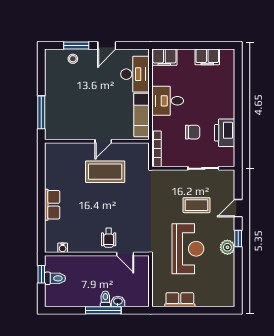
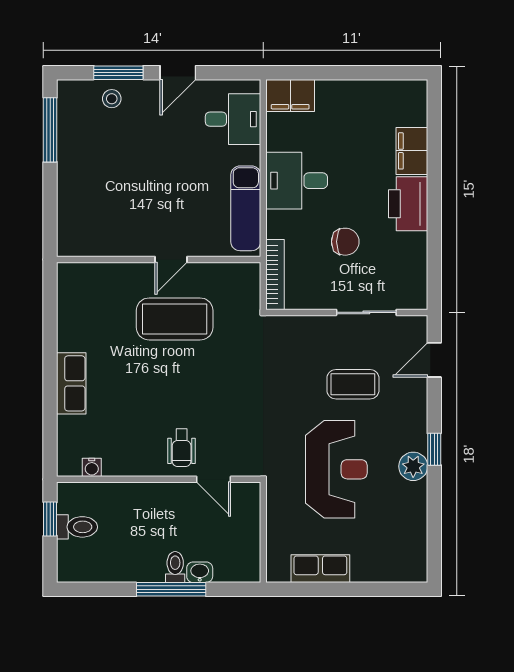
filing cabinet: (207, 57) -> (412, 151), moved, turned 90
desk: (135, 74) -> (233, 119), width x0.73
window: (41, 112) -> (50, 130), moved
printer: (225, 133) -> (408, 204), moved
door: (238, 208) -> (434, 360), moved

